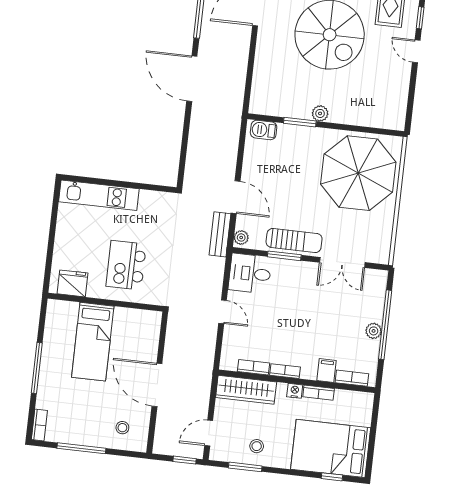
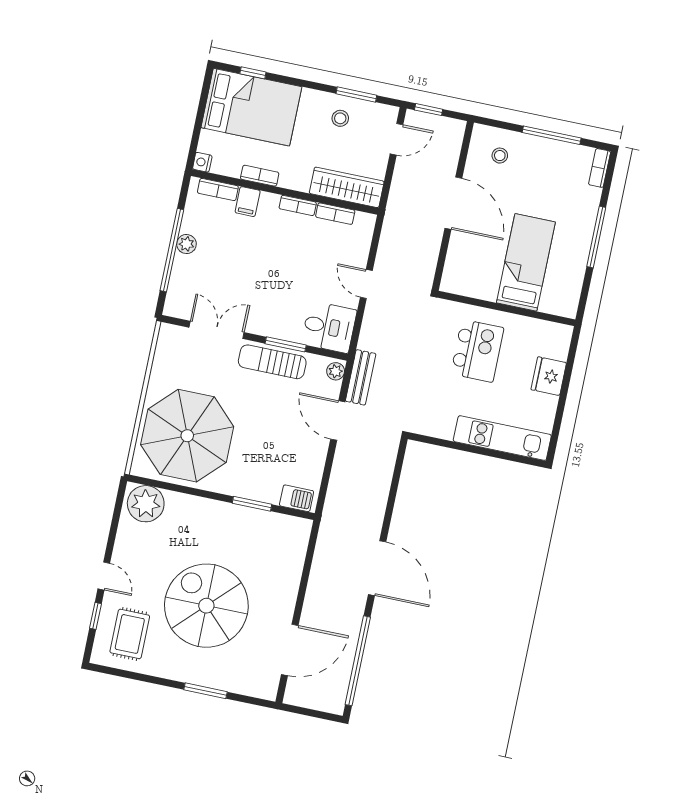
plant: (320, 113) -> (146, 504), moved, width x1.88, depth x1.88
fridge: (72, 283) -> (549, 376), moved, turned 90
nightstand: (295, 391) -> (202, 162), moved, turned 90

